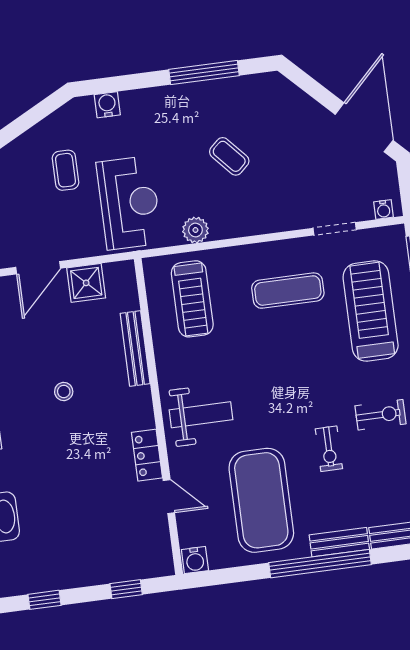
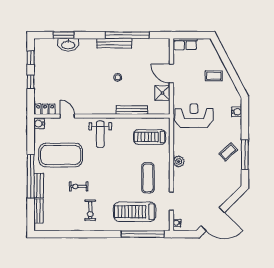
coffee table: (229, 156) -> (228, 152), moved
coffee table: (65, 170) -> (214, 76), moved
reception desk: (129, 203) -> (194, 116), turned 180
plant: (195, 230) -> (179, 161), moved
treadmill: (371, 311) -> (135, 212), turned 180
locker: (147, 455) -> (45, 109), moved
door: (169, 497) -> (67, 116), swing flipped
window: (126, 589) -> (31, 82), moved

